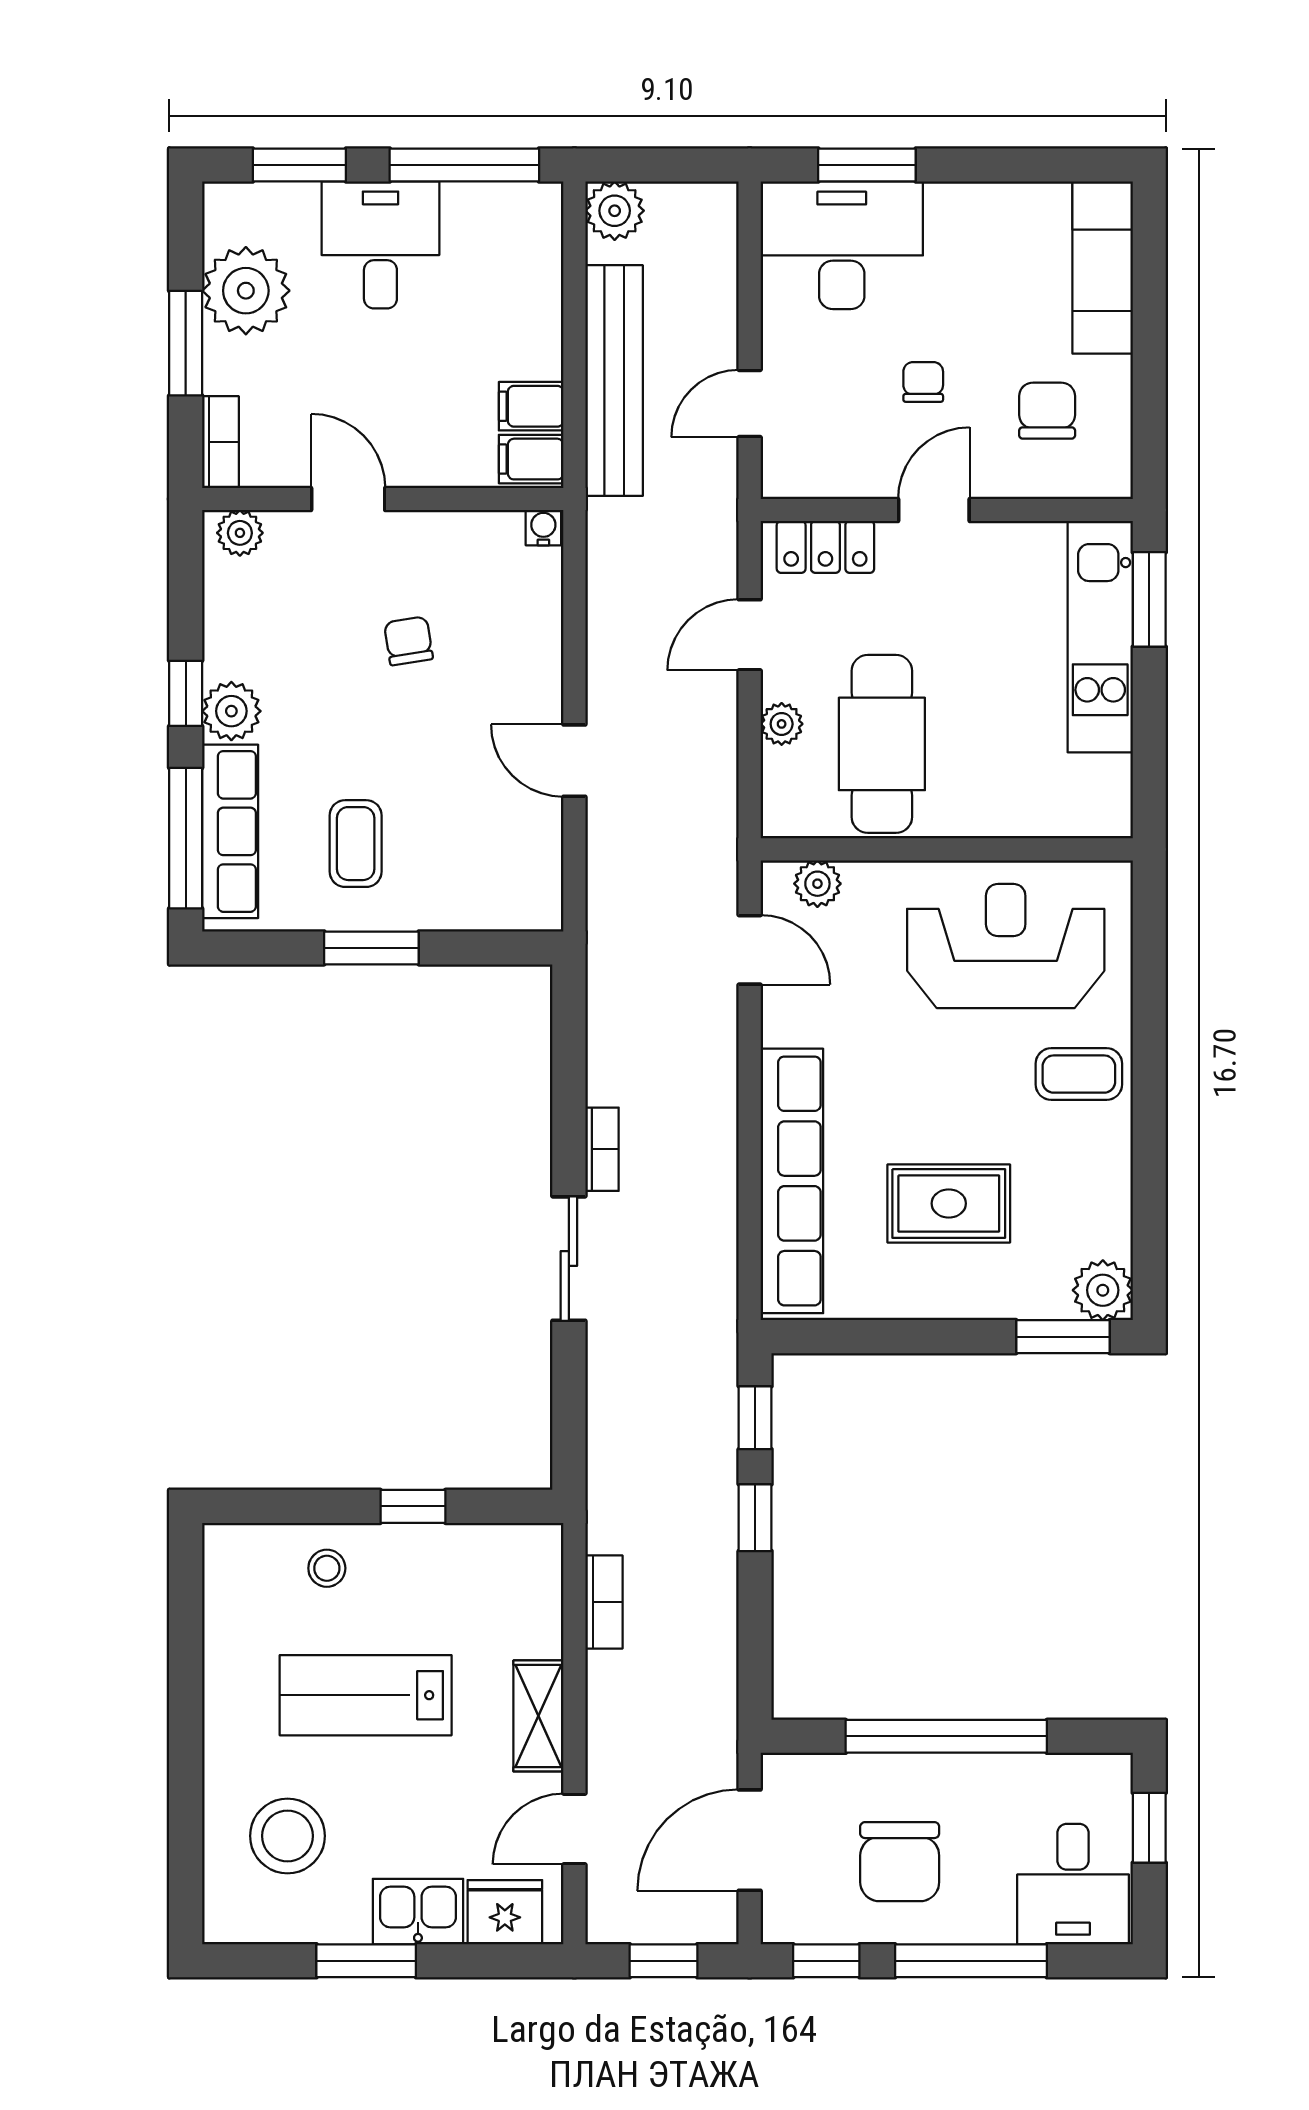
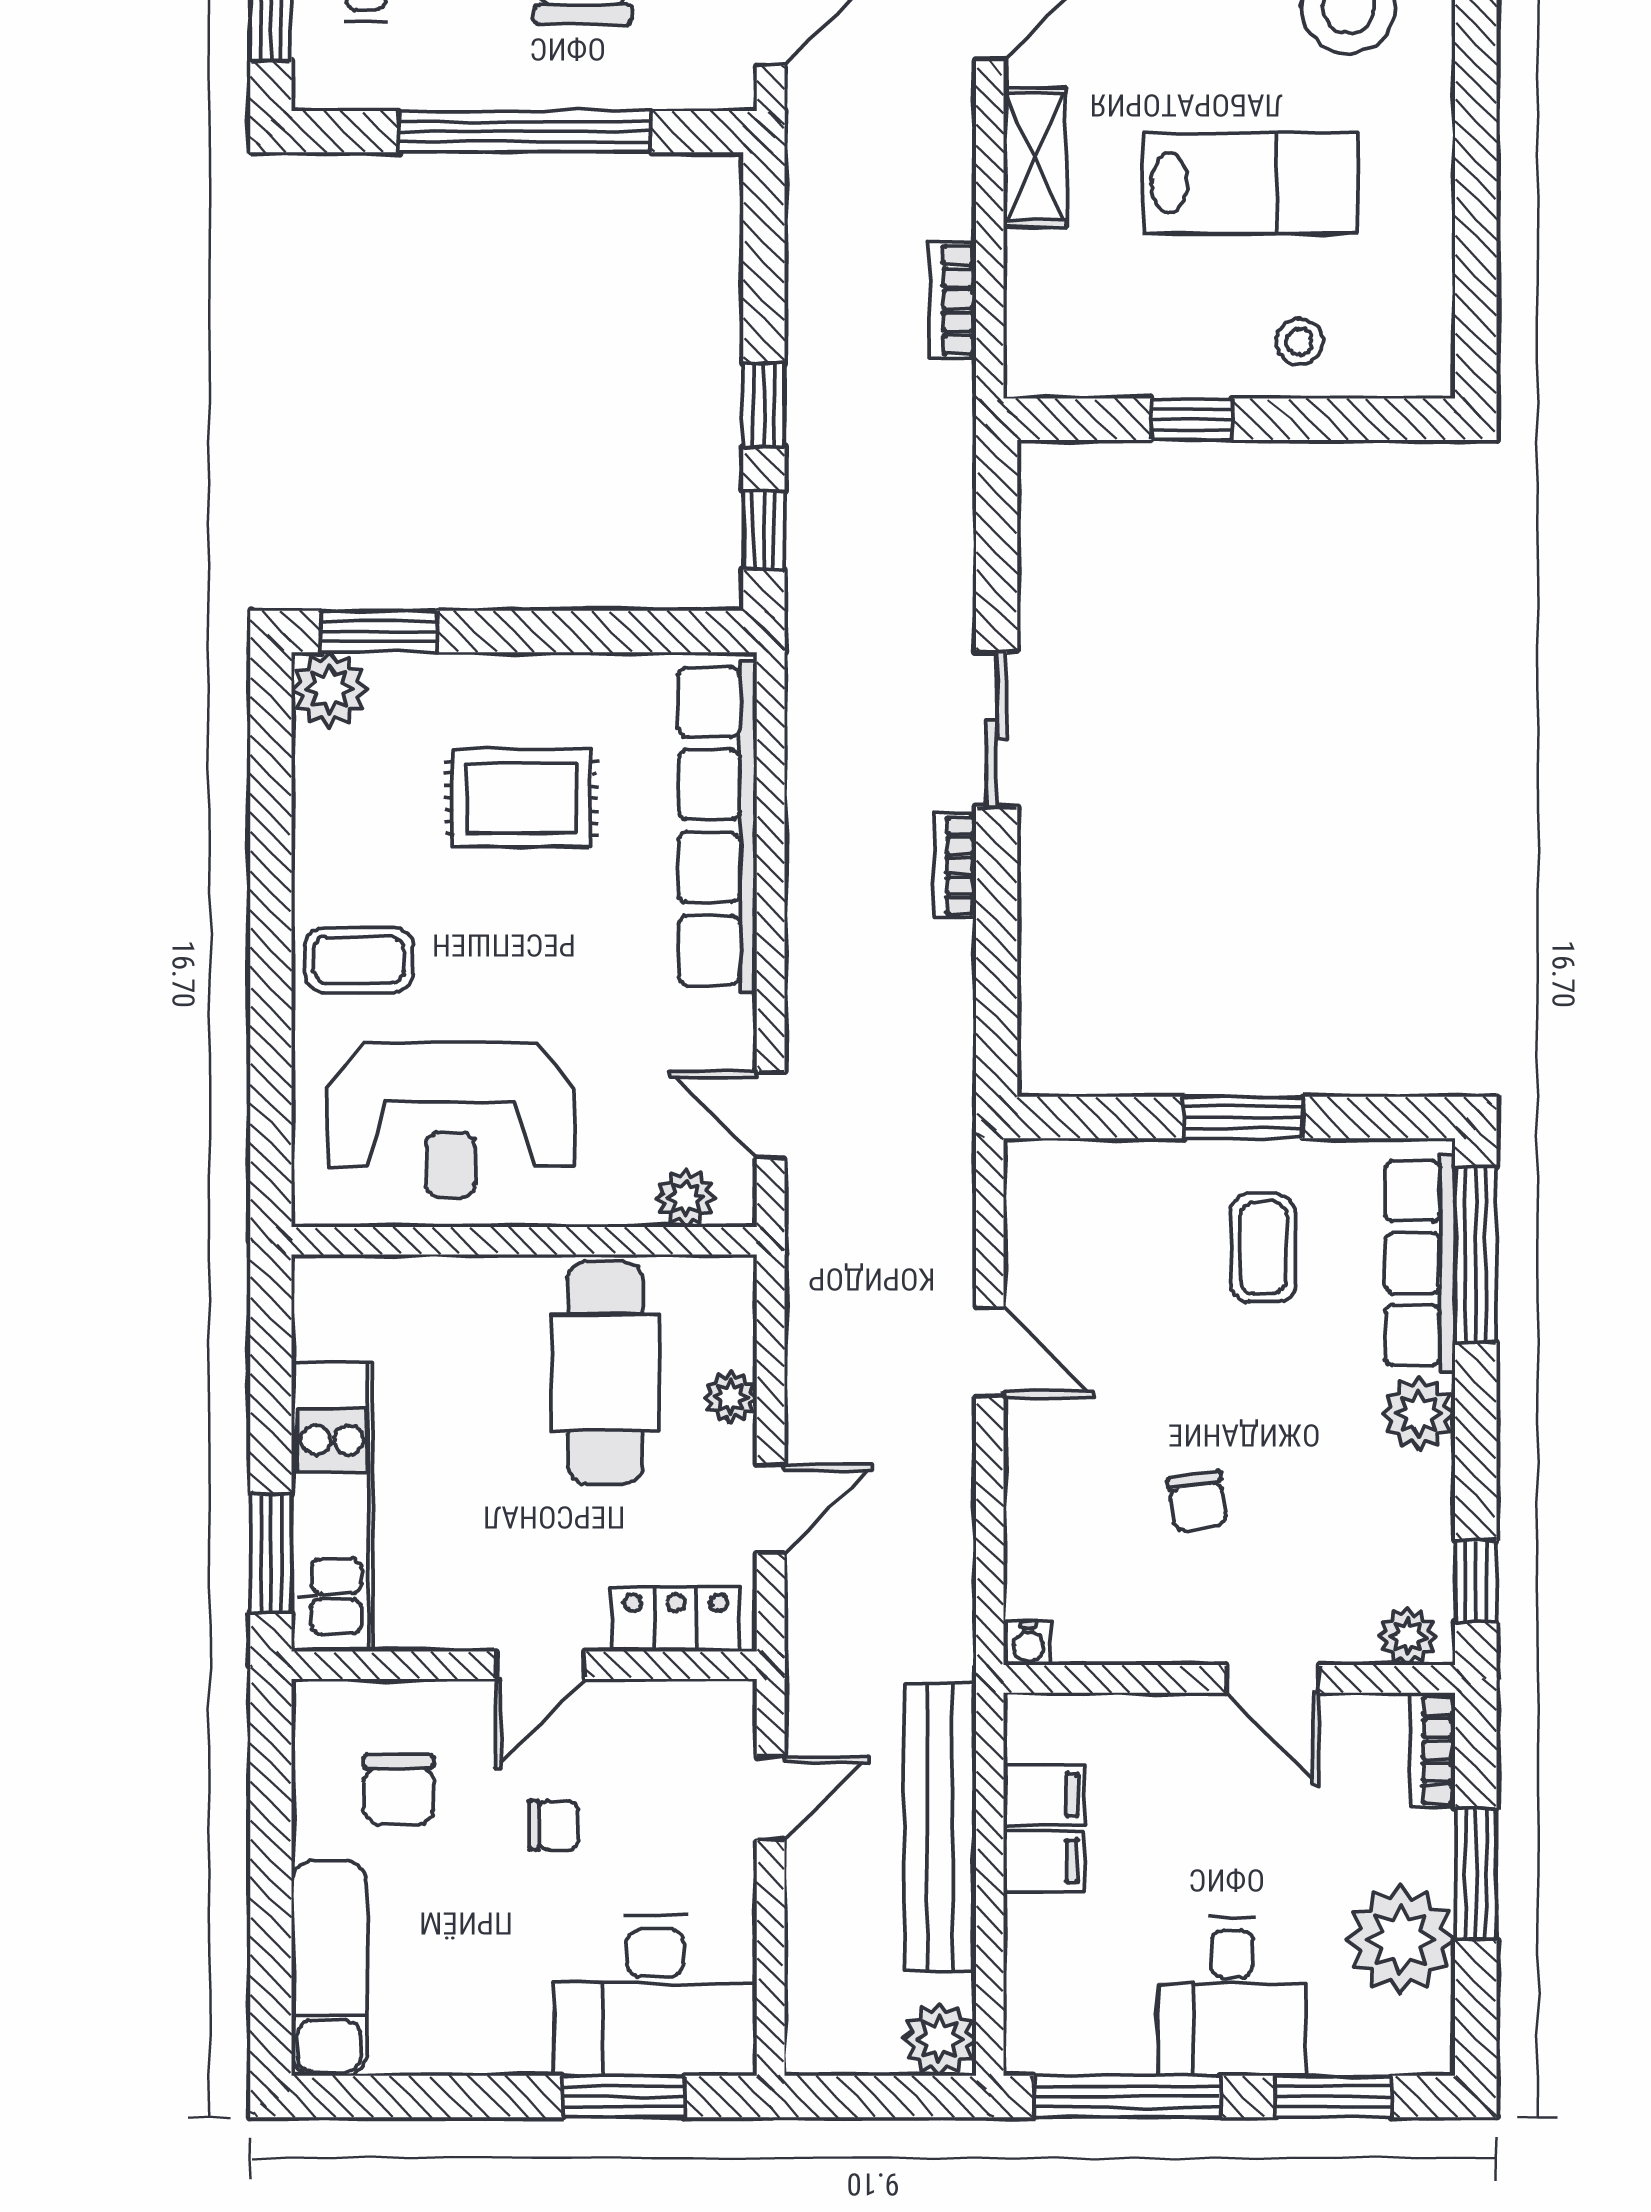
chair: (923, 382) -> (554, 1825), turned -90
filing cabinet: (531, 459) -> (1044, 1861), moved
window: (186, 693) -> (1476, 1581), moved

